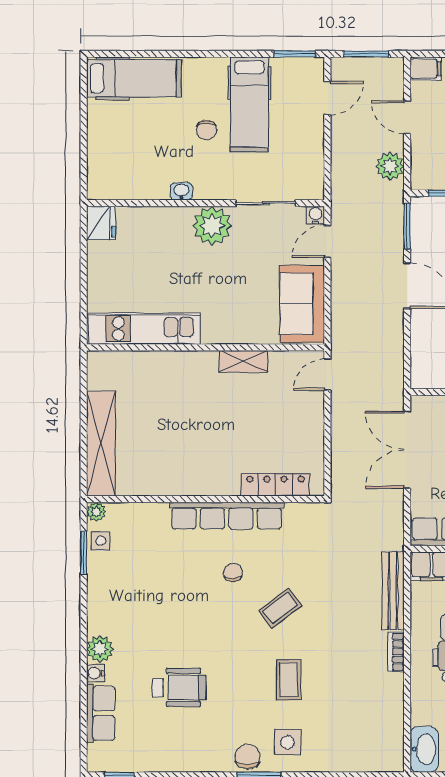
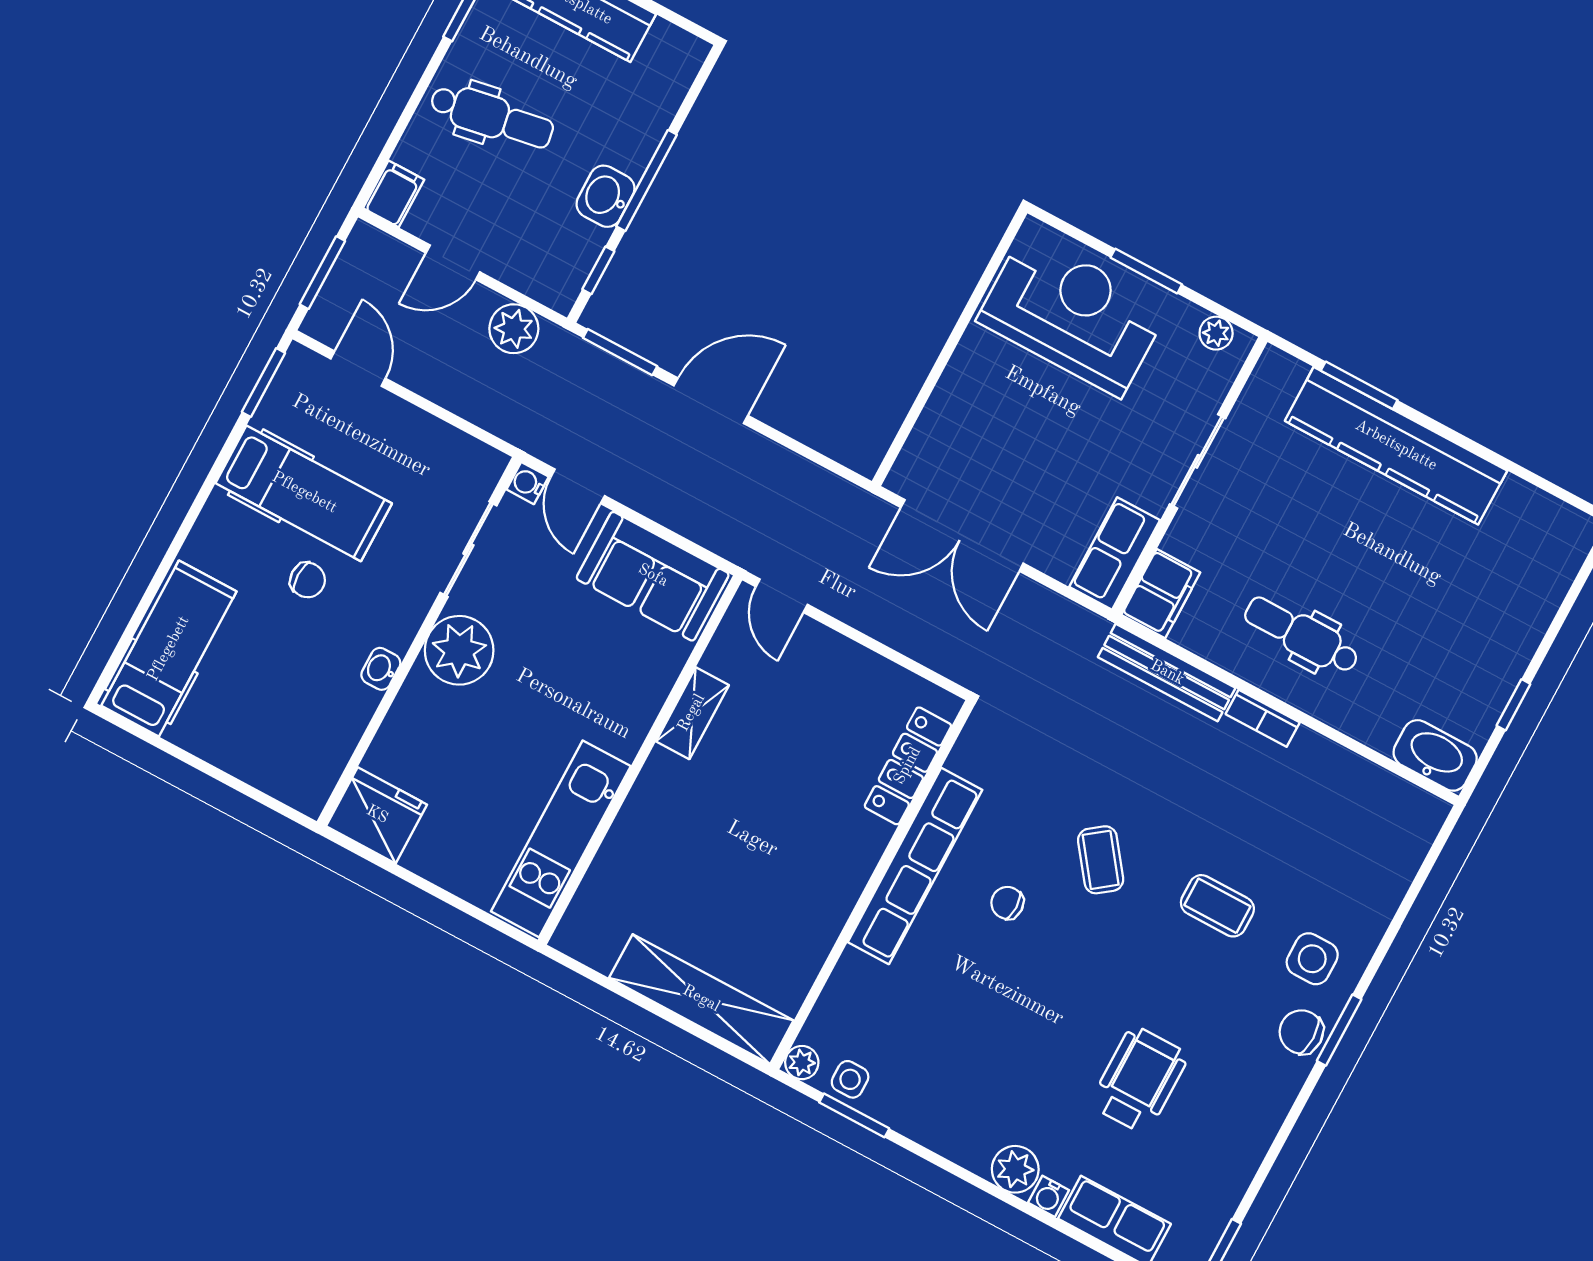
fridge: (101, 223) -> (377, 815), width x1.36, depth x1.34

